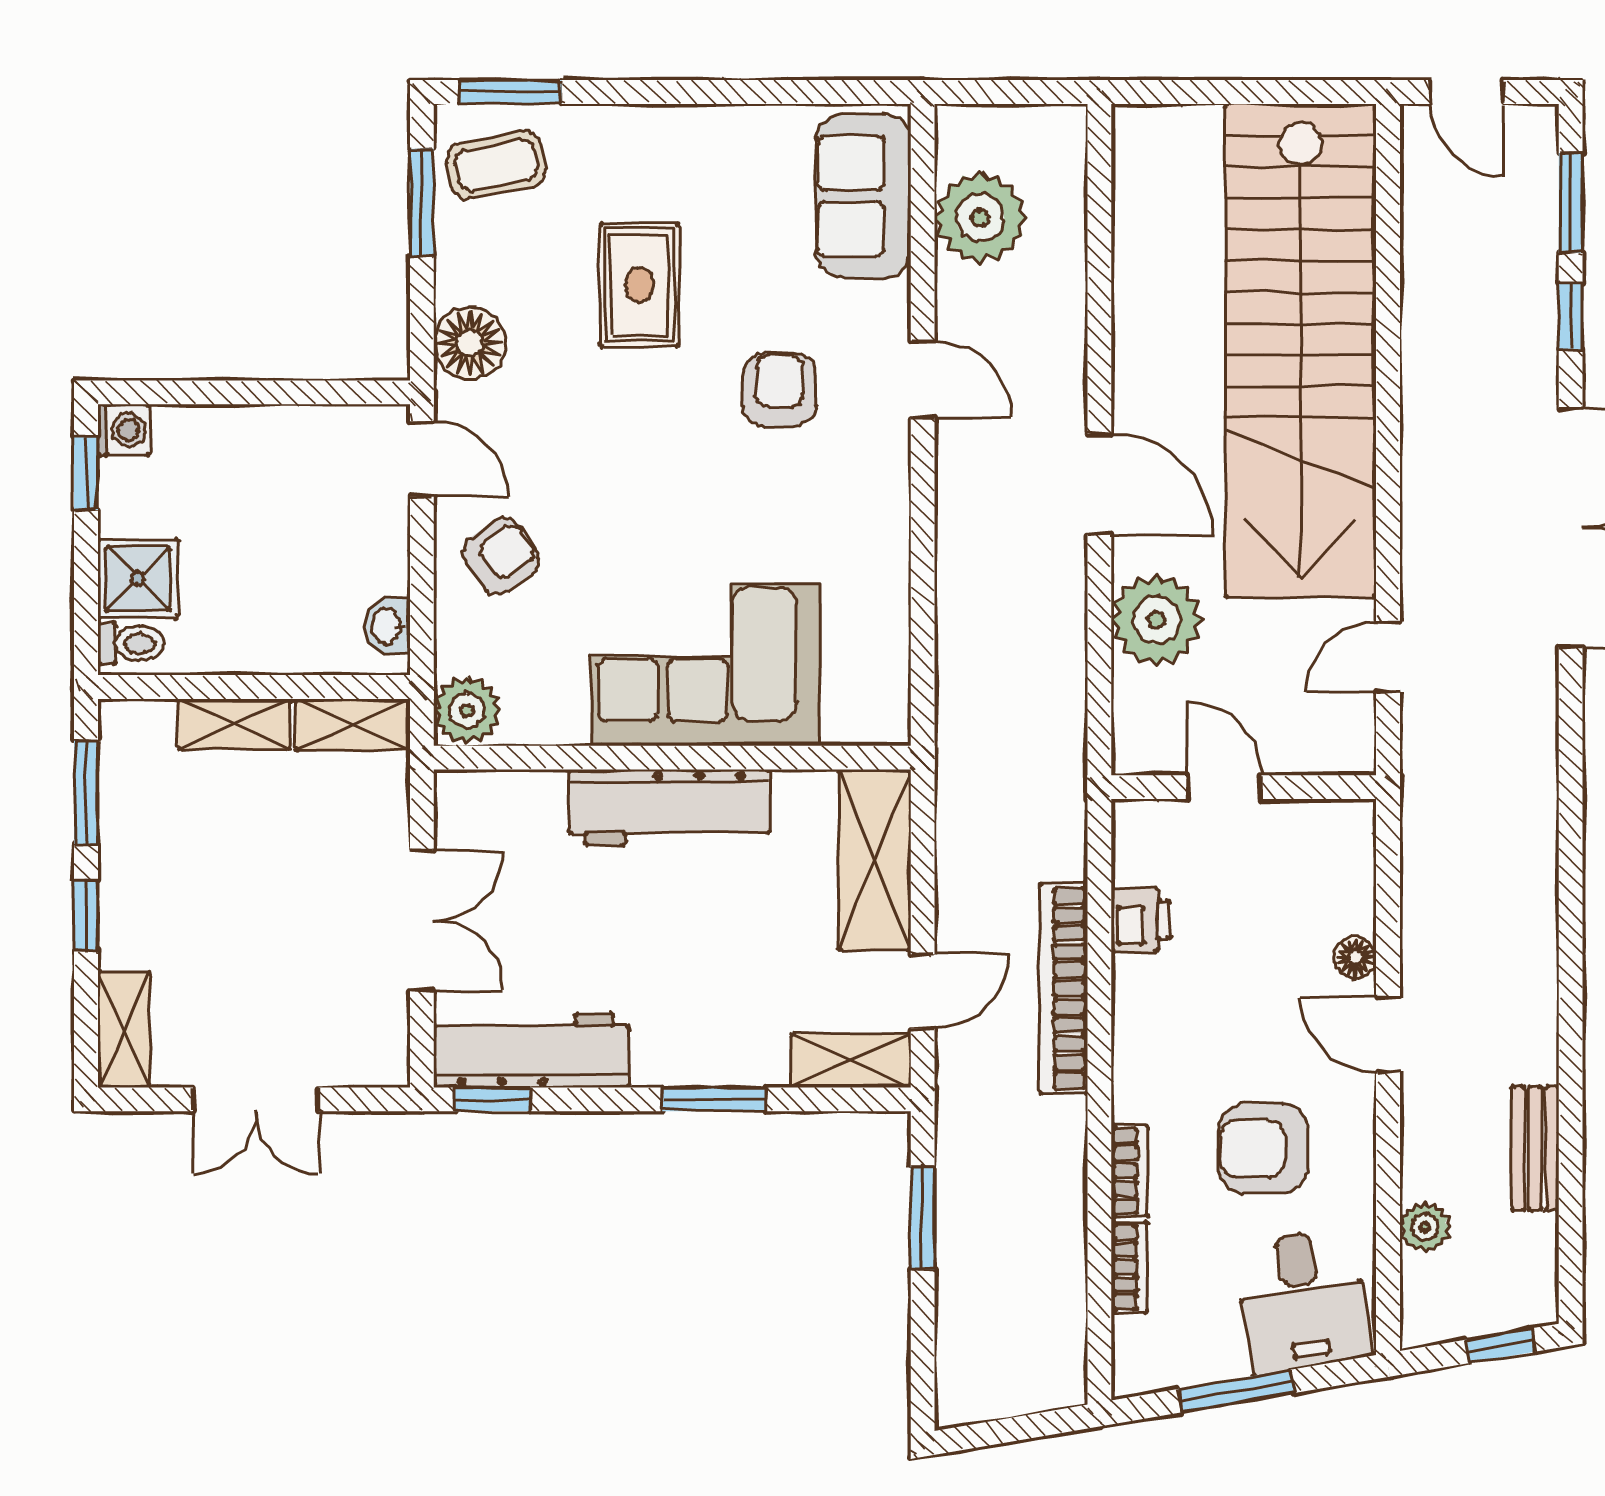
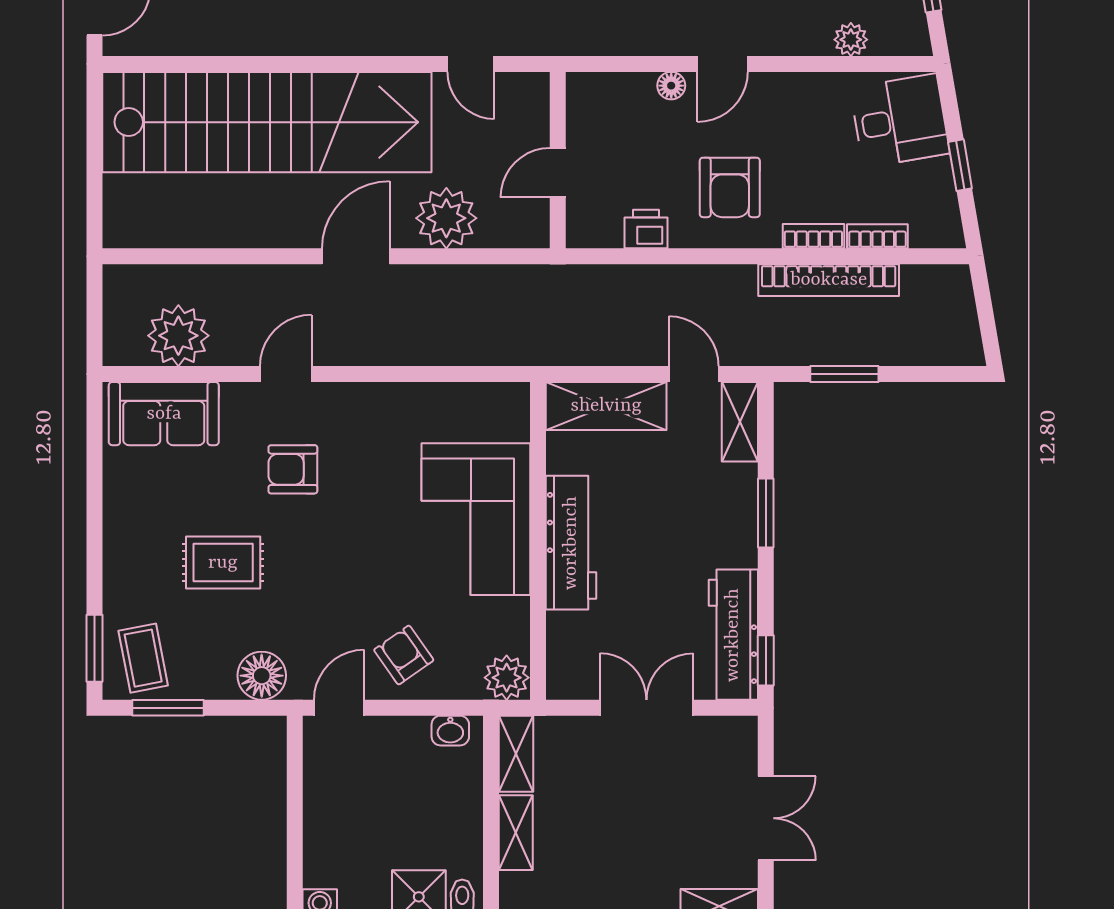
bookcase: (1064, 989) -> (829, 280), moved
armchair: (1263, 1149) -> (730, 187), moved
window: (1236, 1391) -> (960, 165), width x0.67

